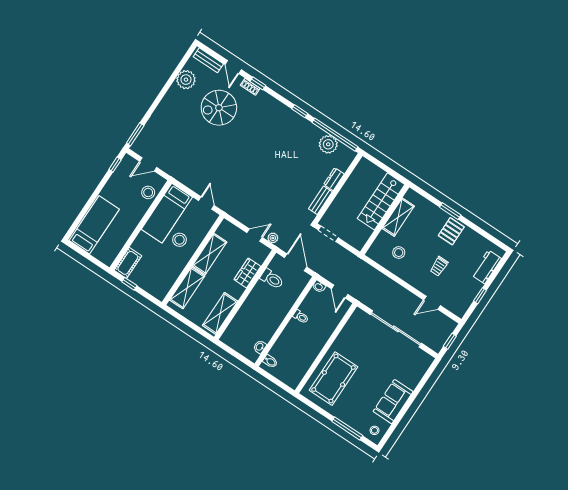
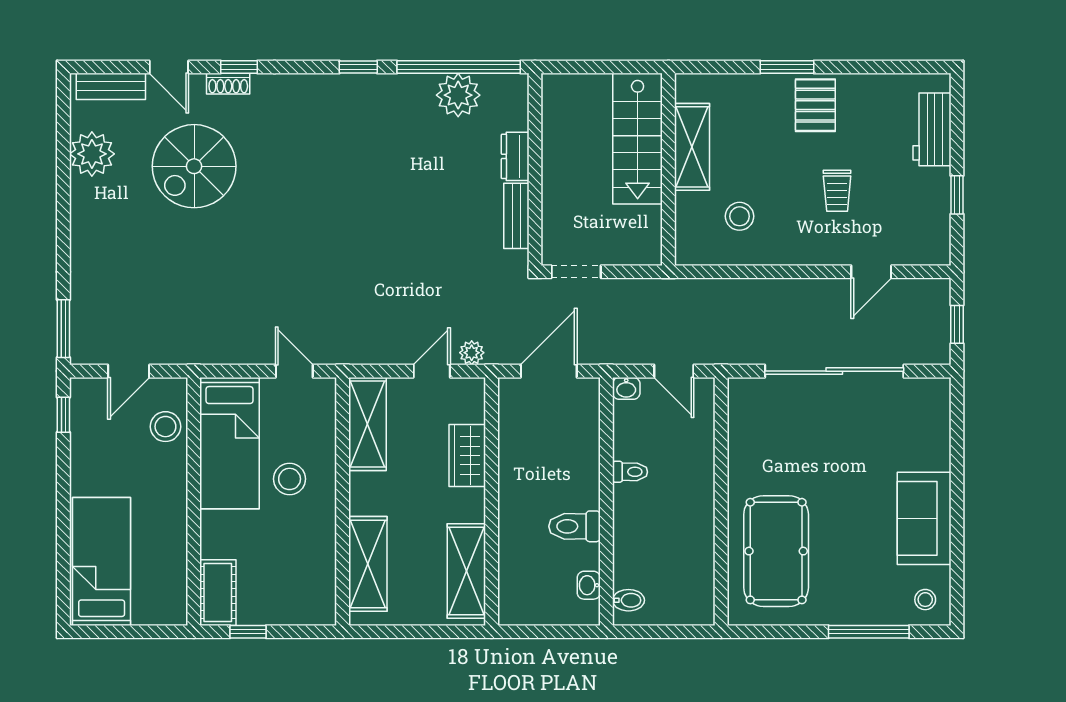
shelving: (210, 254) -> (367, 424), moved
door: (296, 262) -> (549, 371), hinge flipped
toilet: (272, 279) -> (575, 526), moved, turned 180

